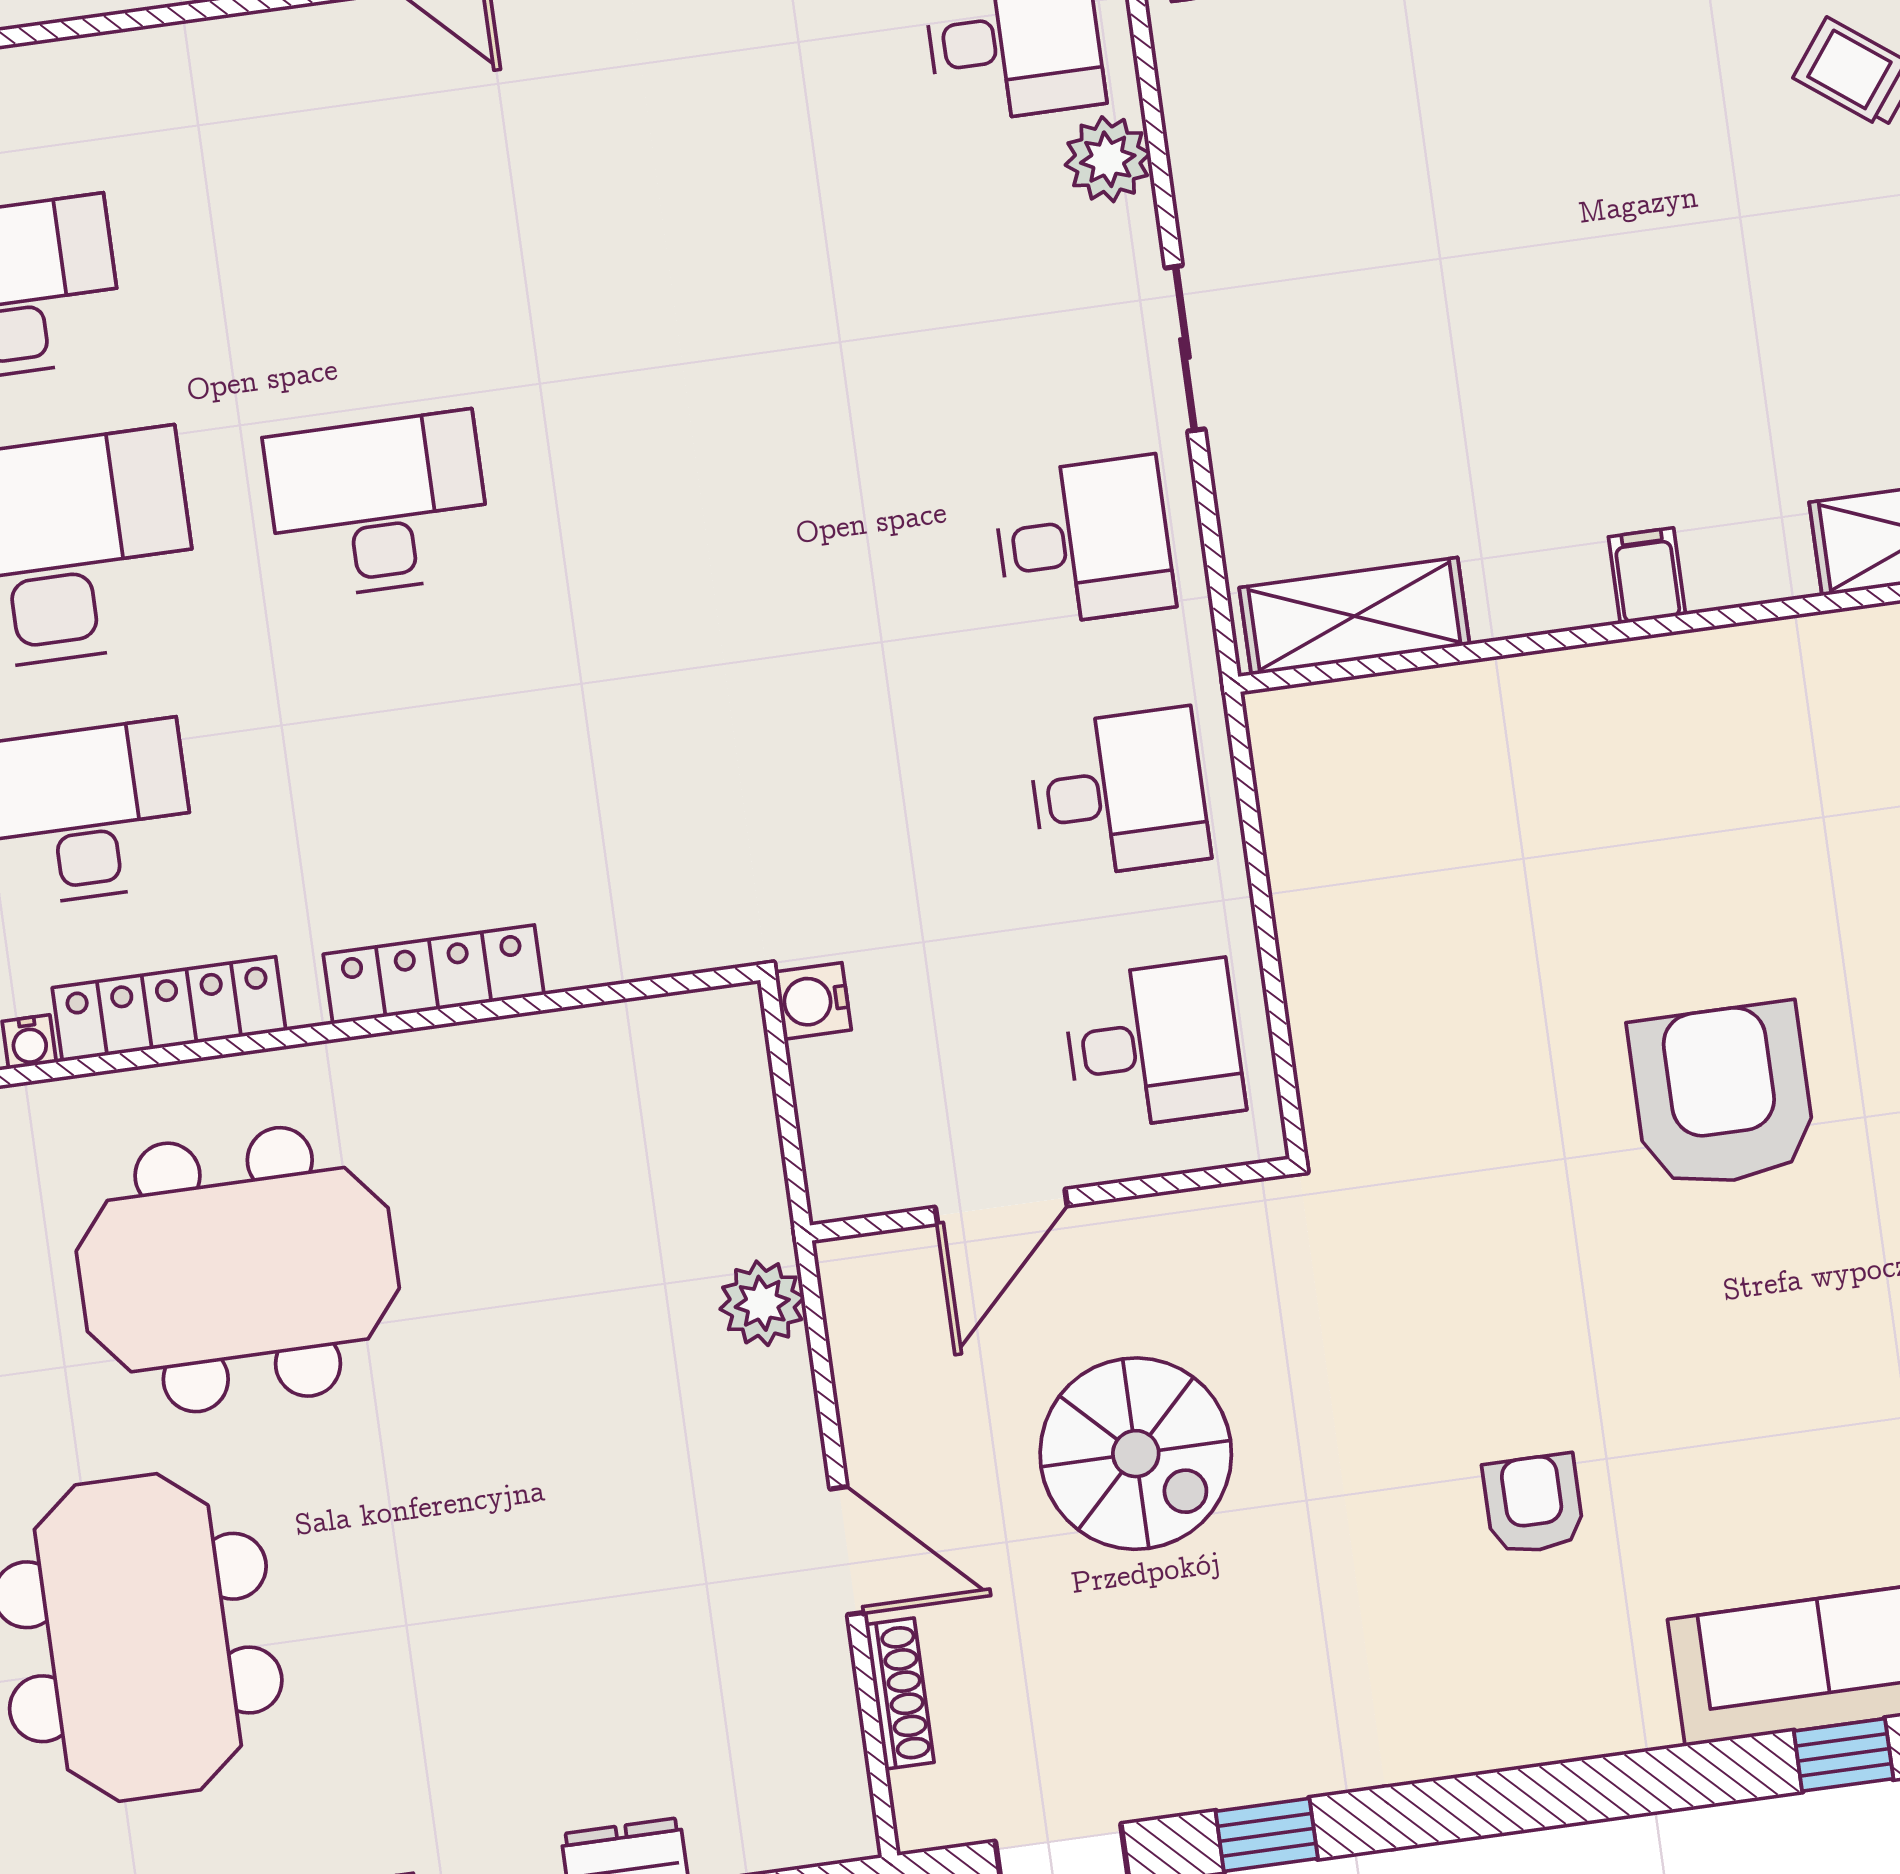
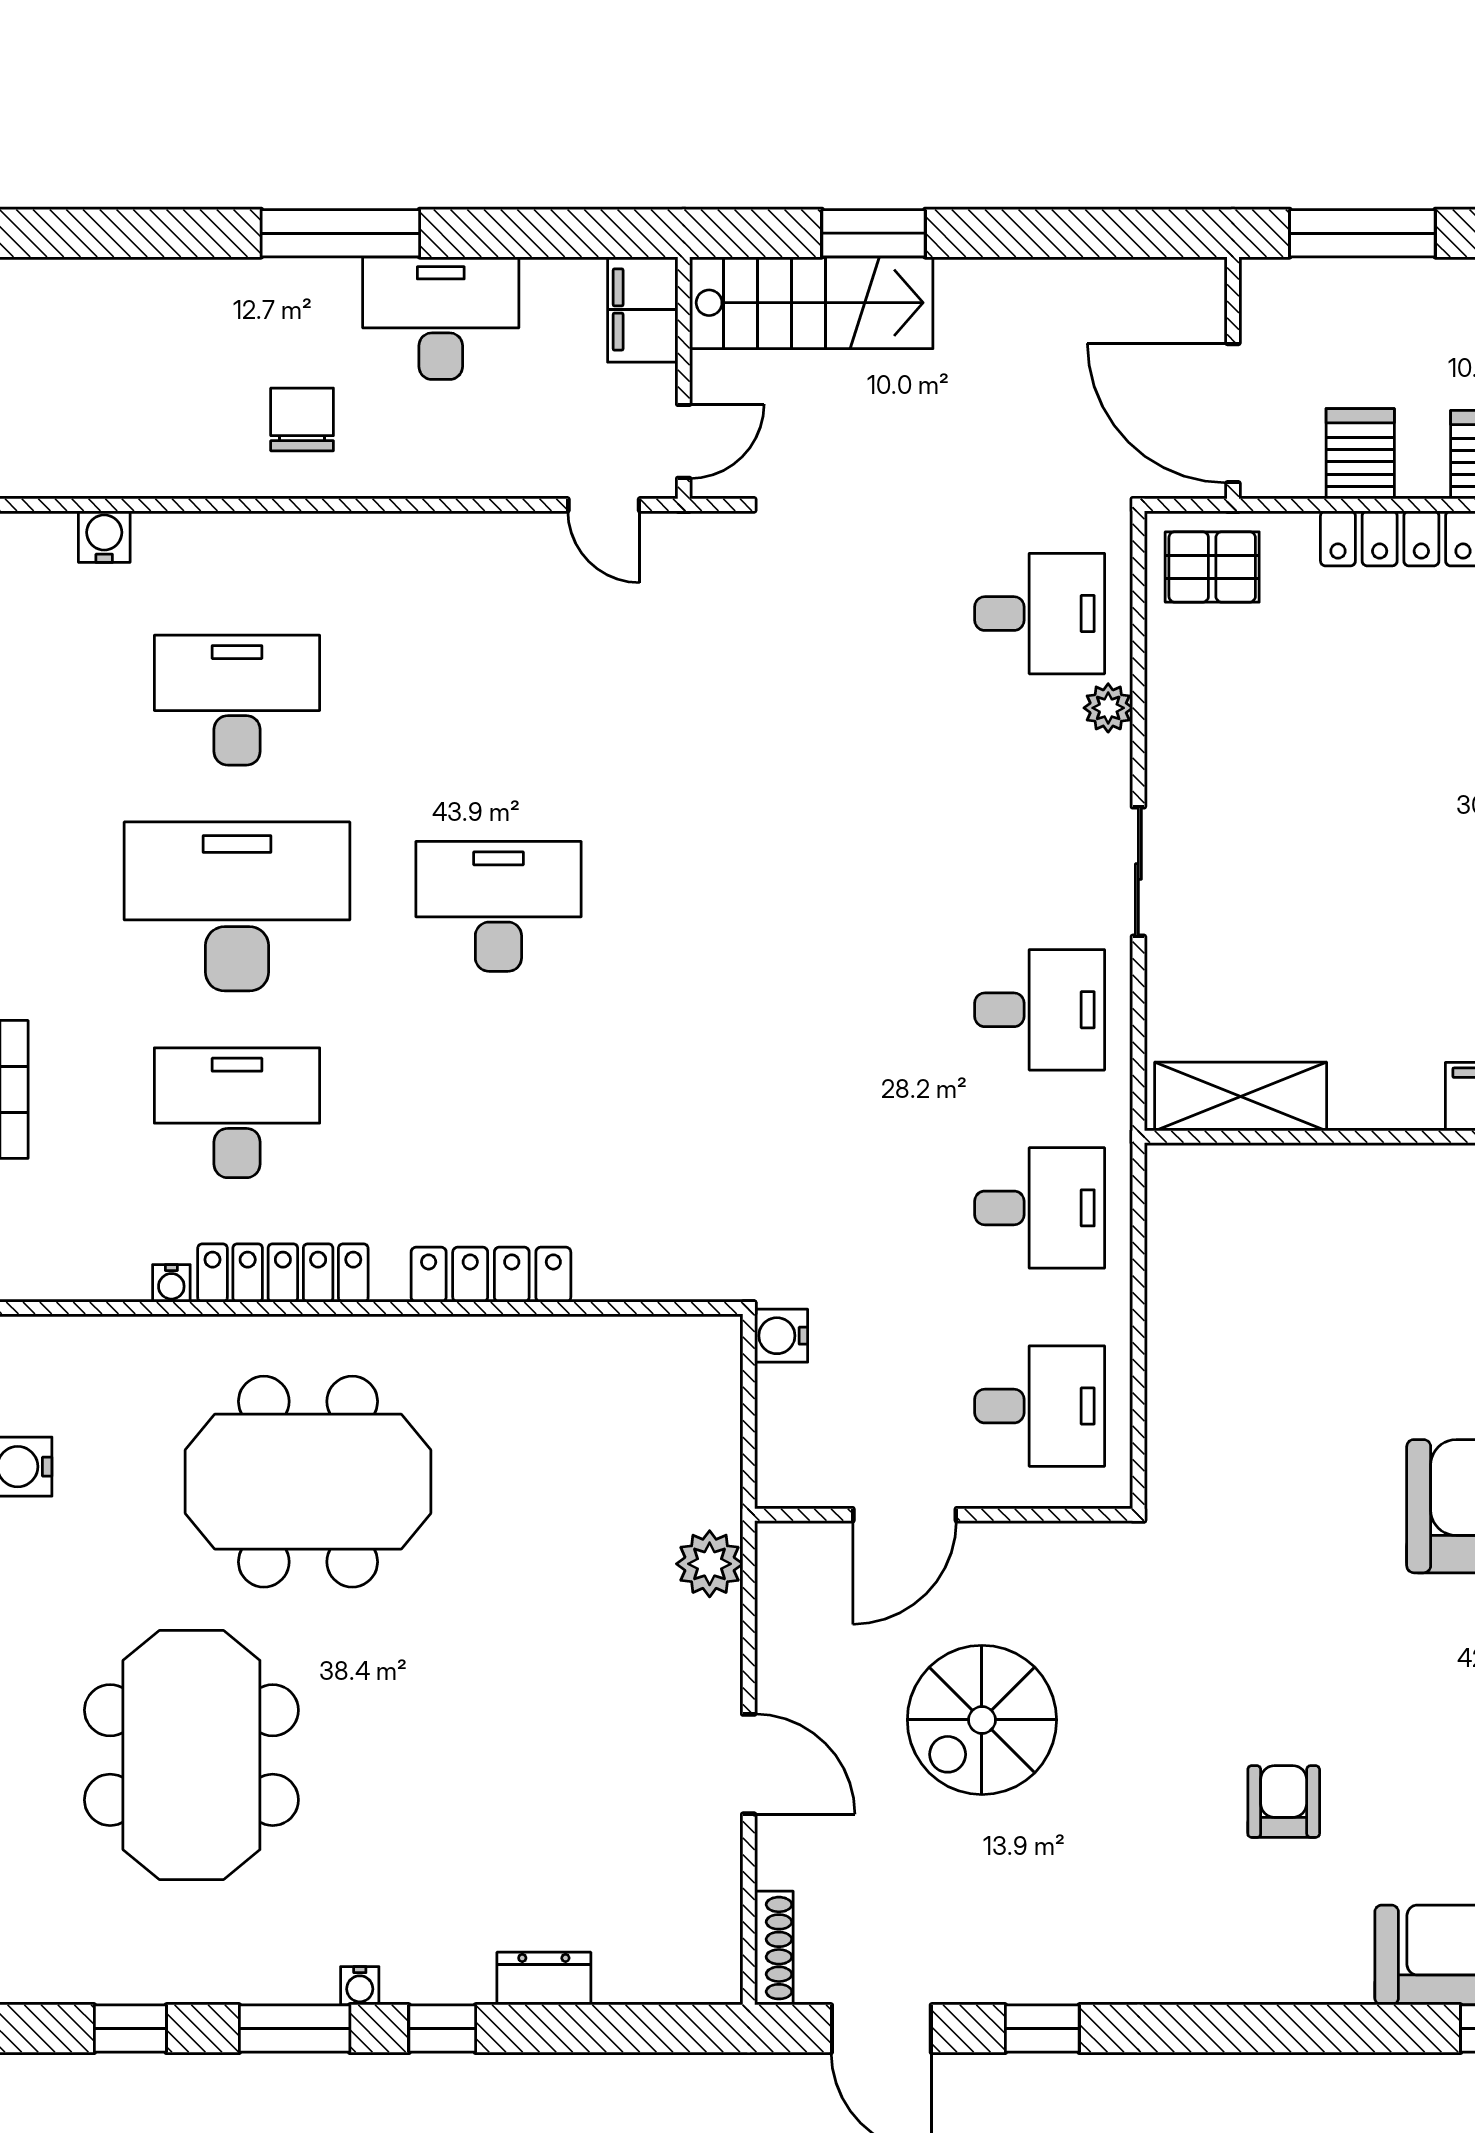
plant: (1108, 159) -> (1108, 708), width x0.73, depth x0.73
spiral stairs: (1136, 1454) -> (982, 1720), turned 90
shoe rack: (900, 1694) -> (774, 1948), moved

